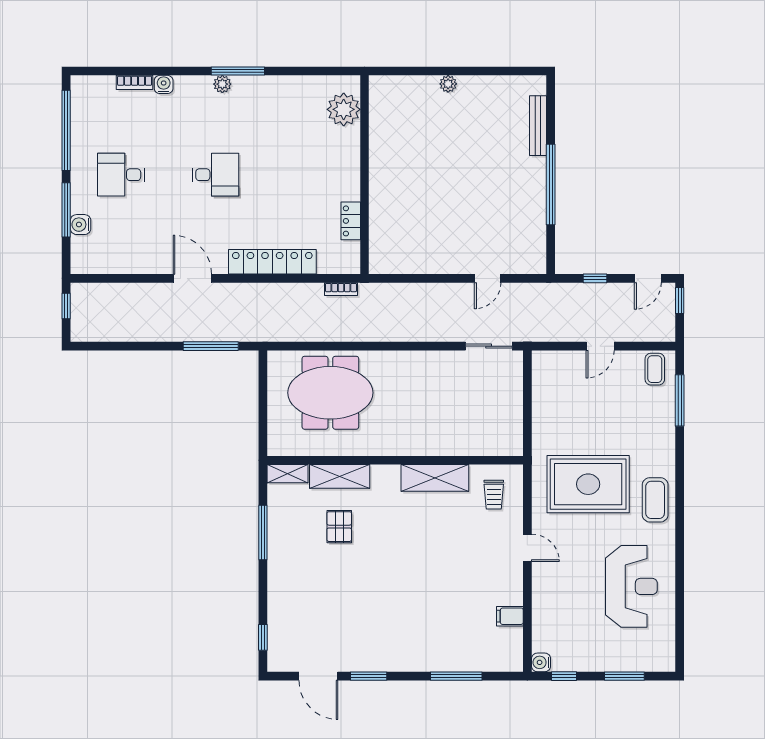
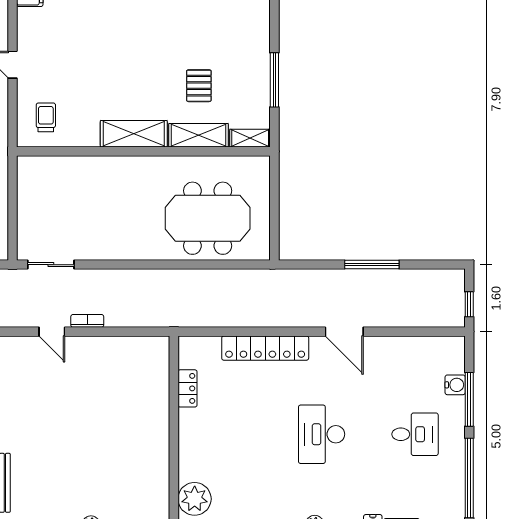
desk: (215, 175) -> (322, 434), width x1.37
door: (488, 278) -> (52, 332), swing flipped
bookcase: (341, 289) -> (87, 321), moved
window: (211, 346) -> (372, 265), moved
shelving: (435, 478) -> (134, 134), moved

